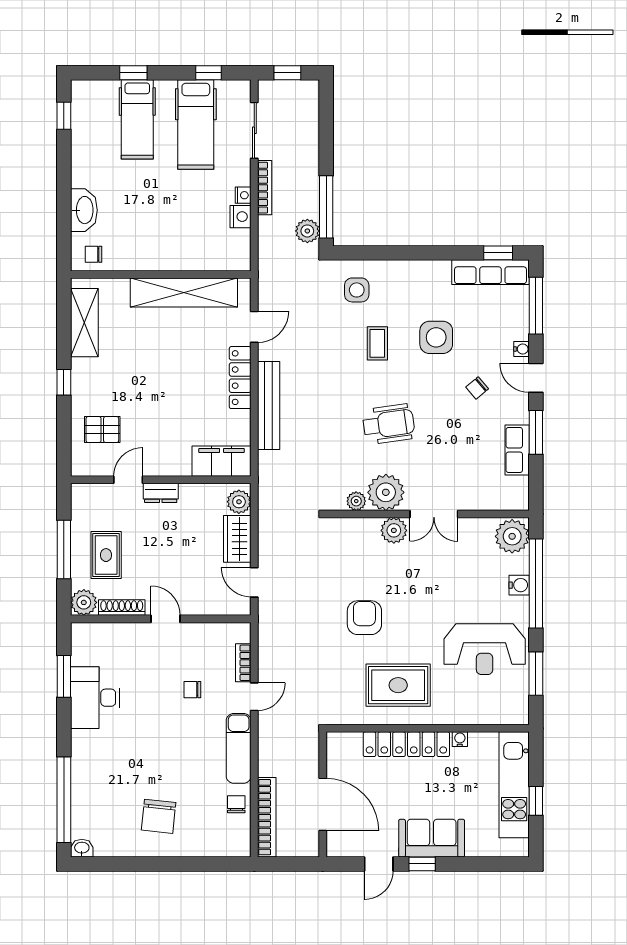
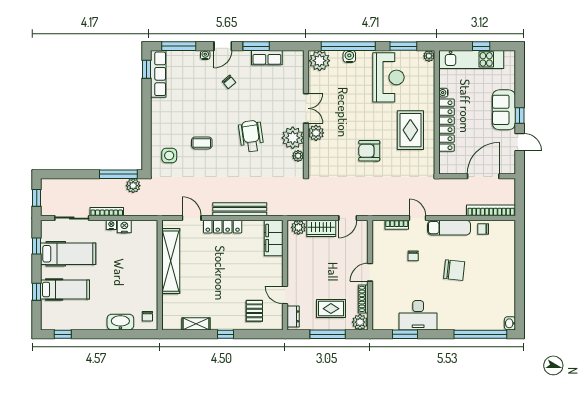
shelving: (84, 323) -> (196, 324), width x0.67, depth x0.75
side table: (436, 337) -> (198, 107), removed
dresser: (161, 493) -> (293, 316), moved
plant: (520, 715) -> (429, 56), added
chair: (159, 816) -> (454, 270), moved

